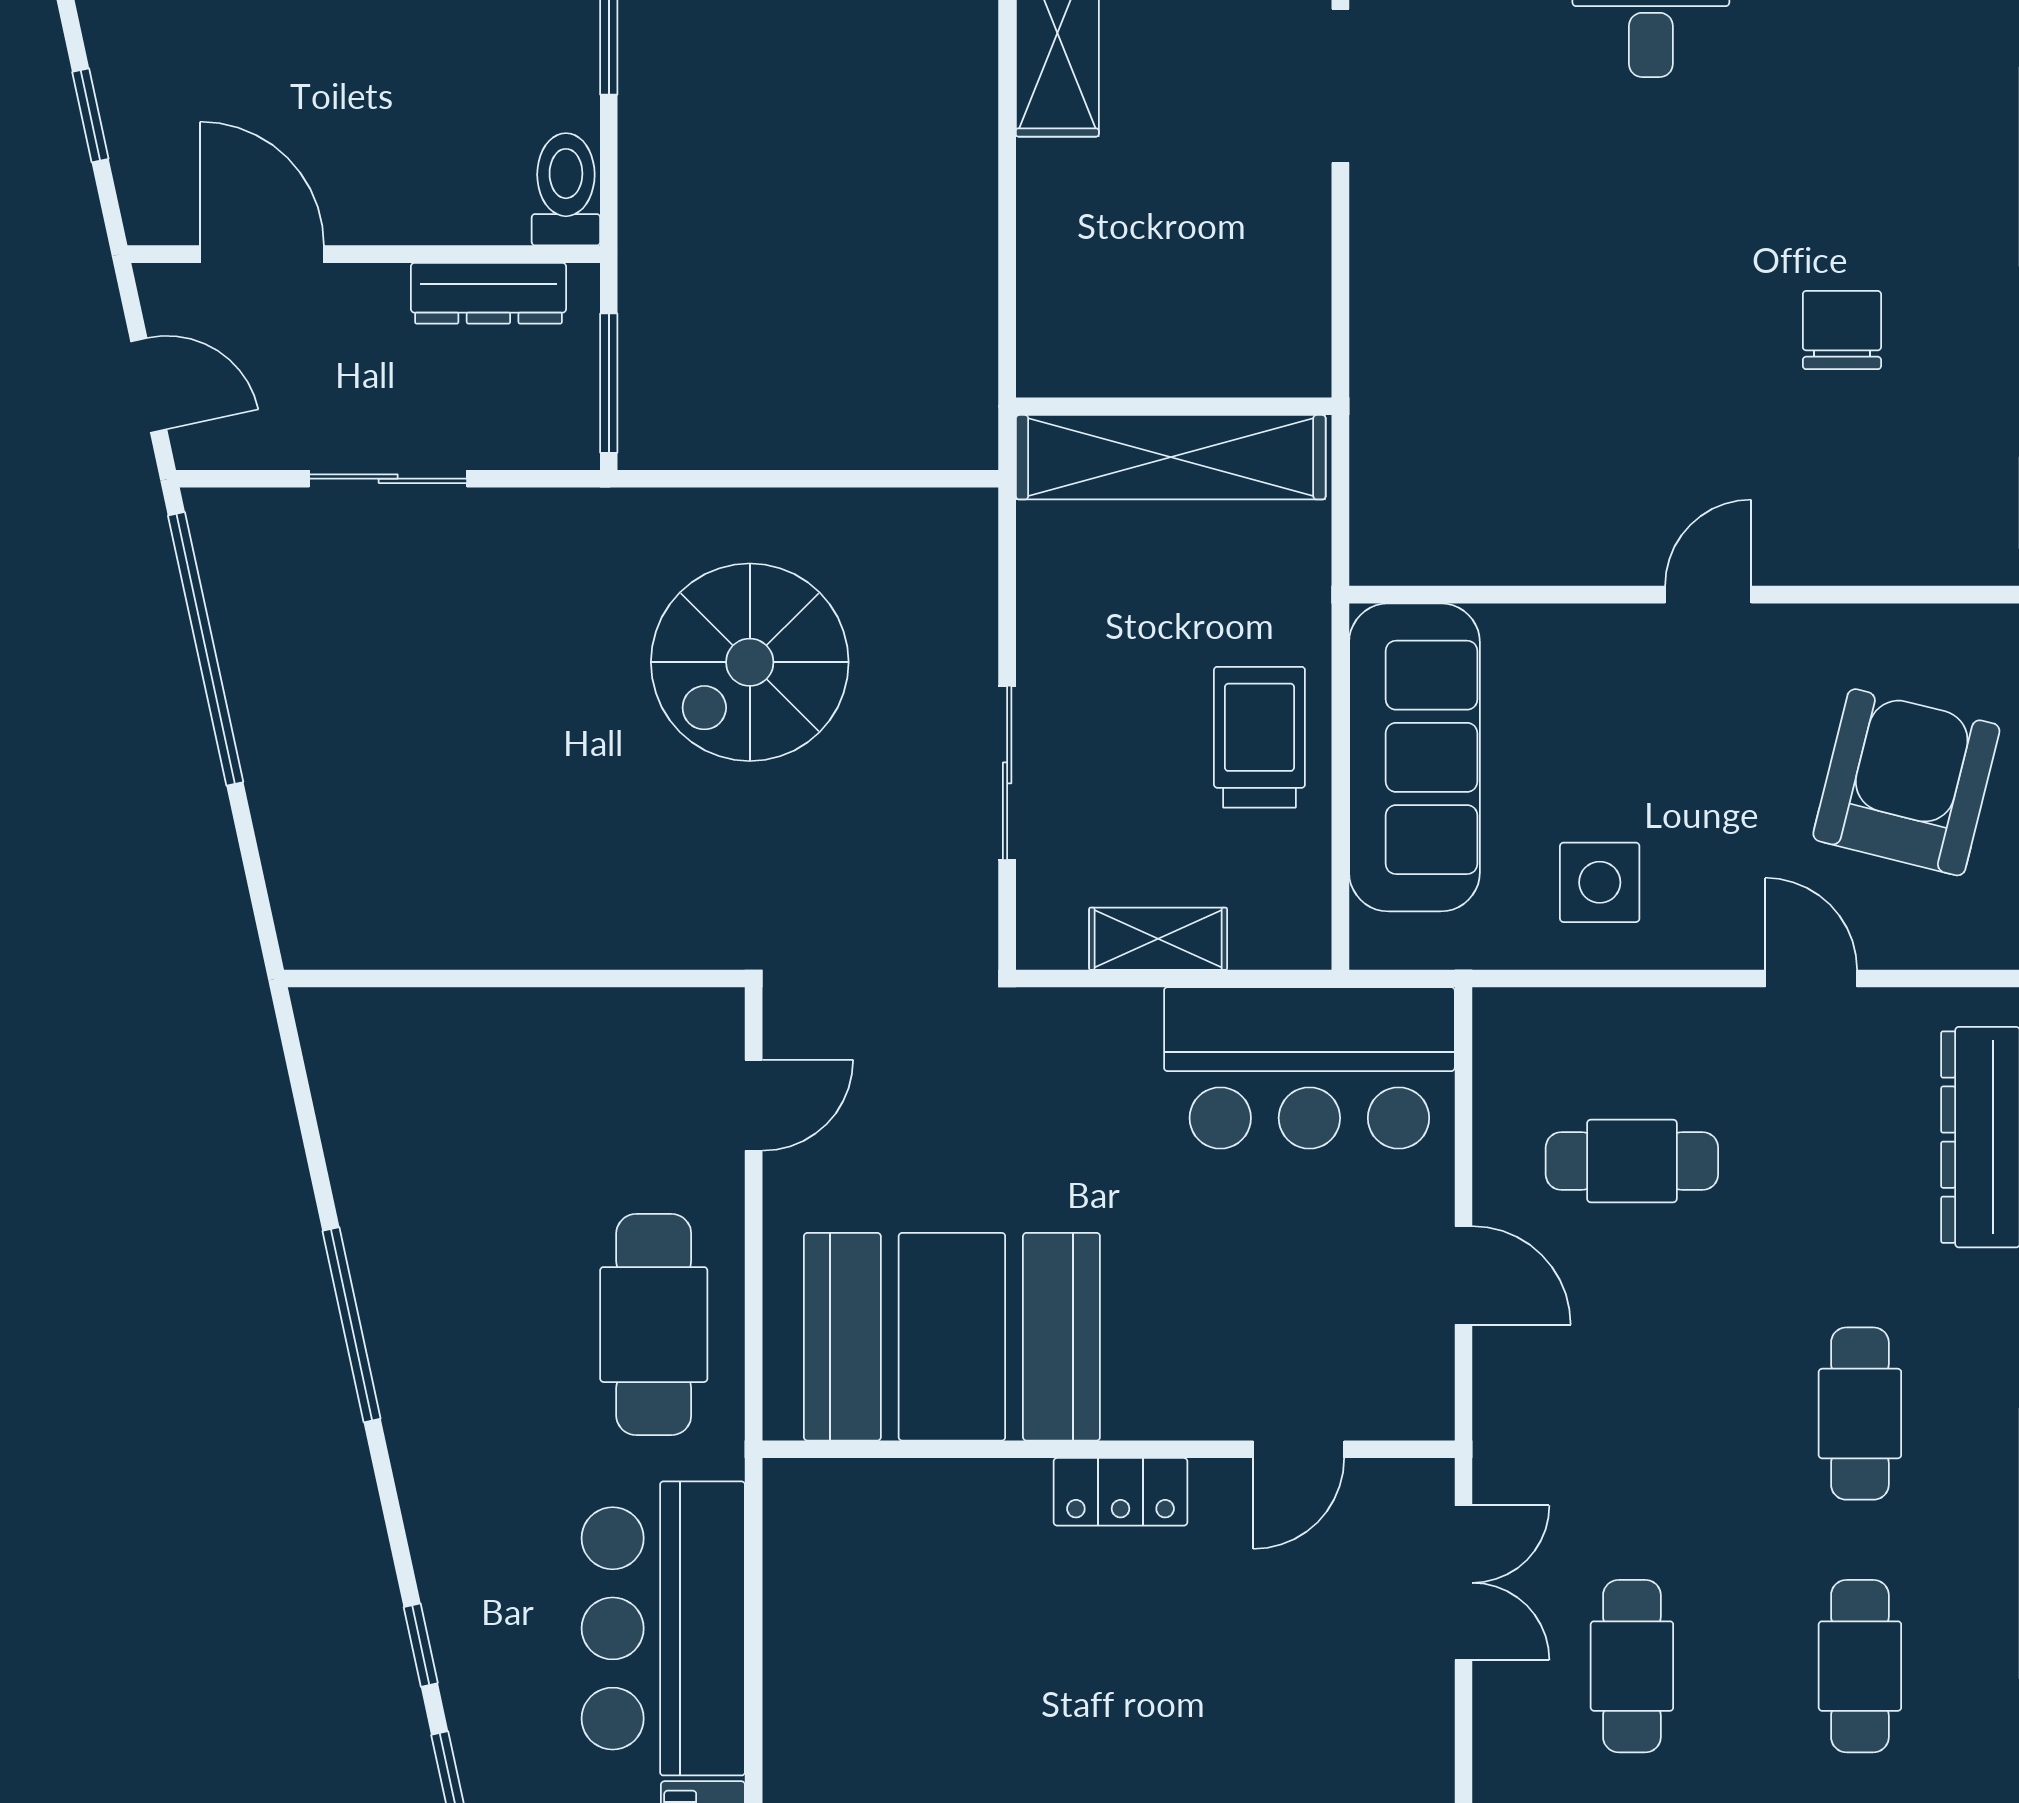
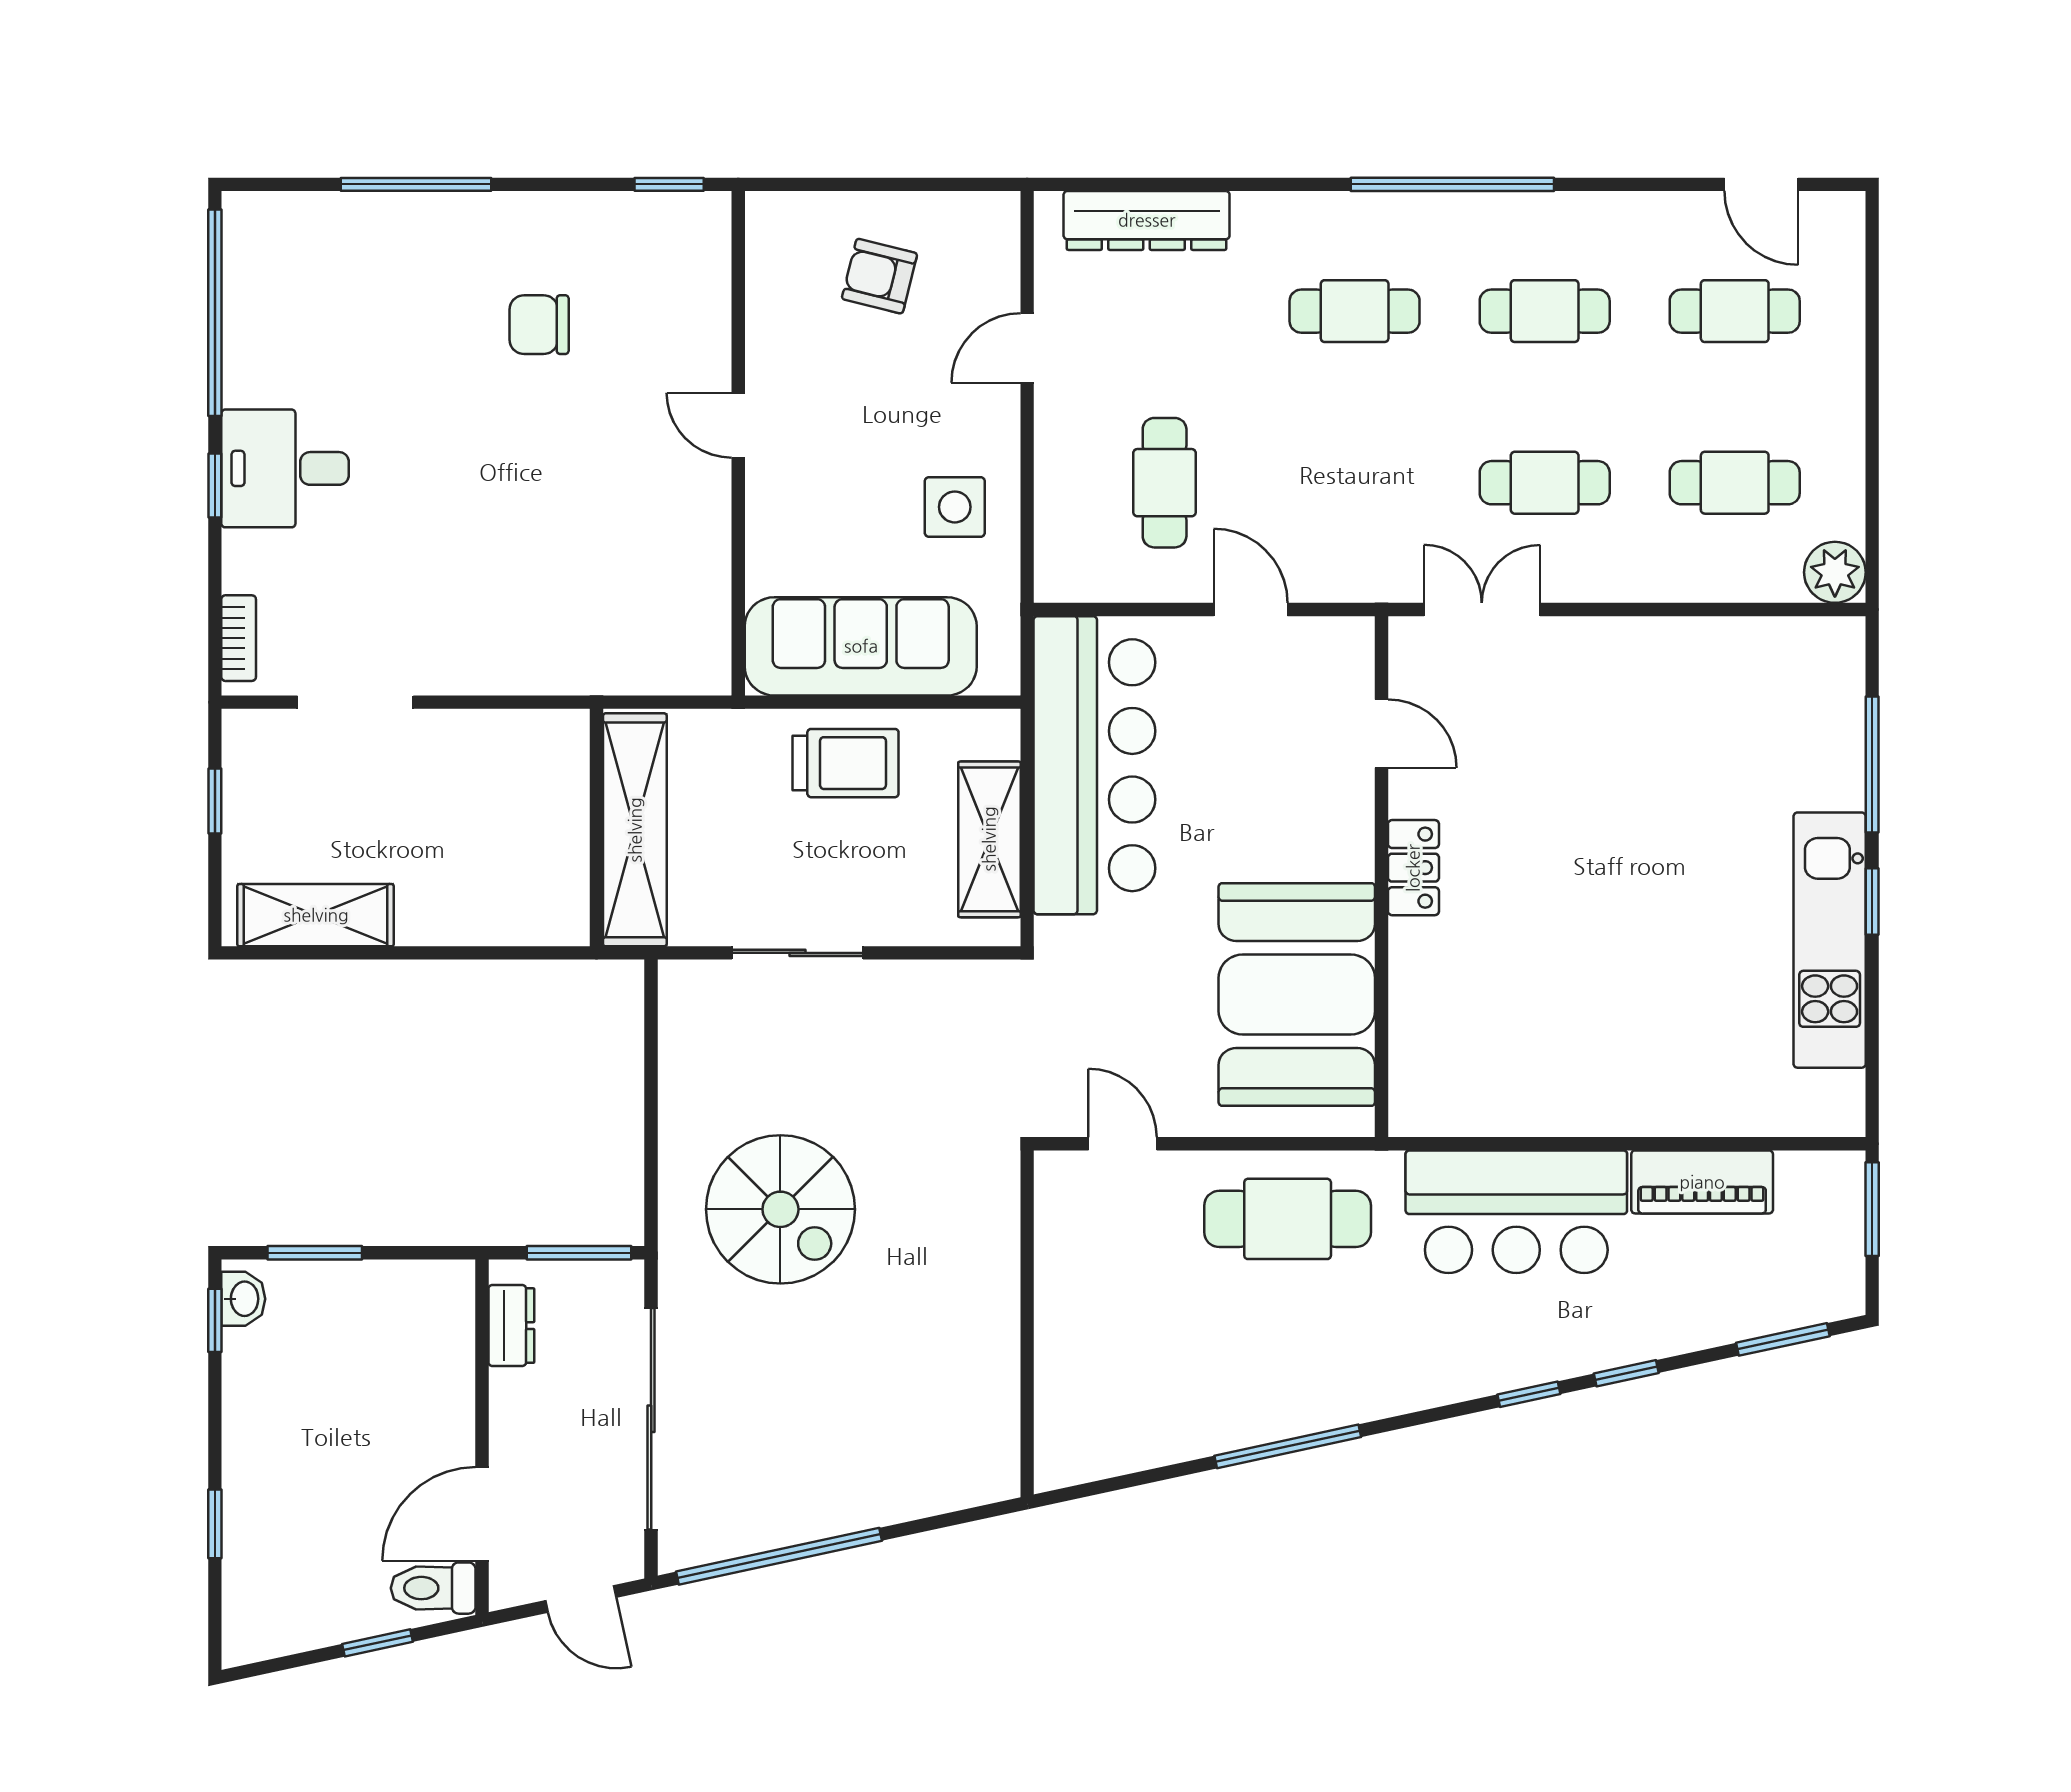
toilet: (566, 189) -> (433, 1588), moved
dresser: (488, 293) -> (511, 1326), width x0.70
door: (149, 385) -> (581, 1599), swing flipped
sliding door: (388, 479) -> (651, 1419), width x1.86
spiral stairs: (750, 662) -> (780, 1209), moved
trolley: (1259, 737) -> (846, 763), turned 180
sliding door: (1007, 773) -> (798, 953), moved
armchair: (1906, 782) -> (880, 276), width x0.53, depth x0.53
shelving: (1158, 939) -> (989, 839), width x1.50, depth x1.33
bar counter: (1309, 1068) -> (1094, 765), width x1.36
door: (1463, 1275) -> (1251, 610), hinge flipped

